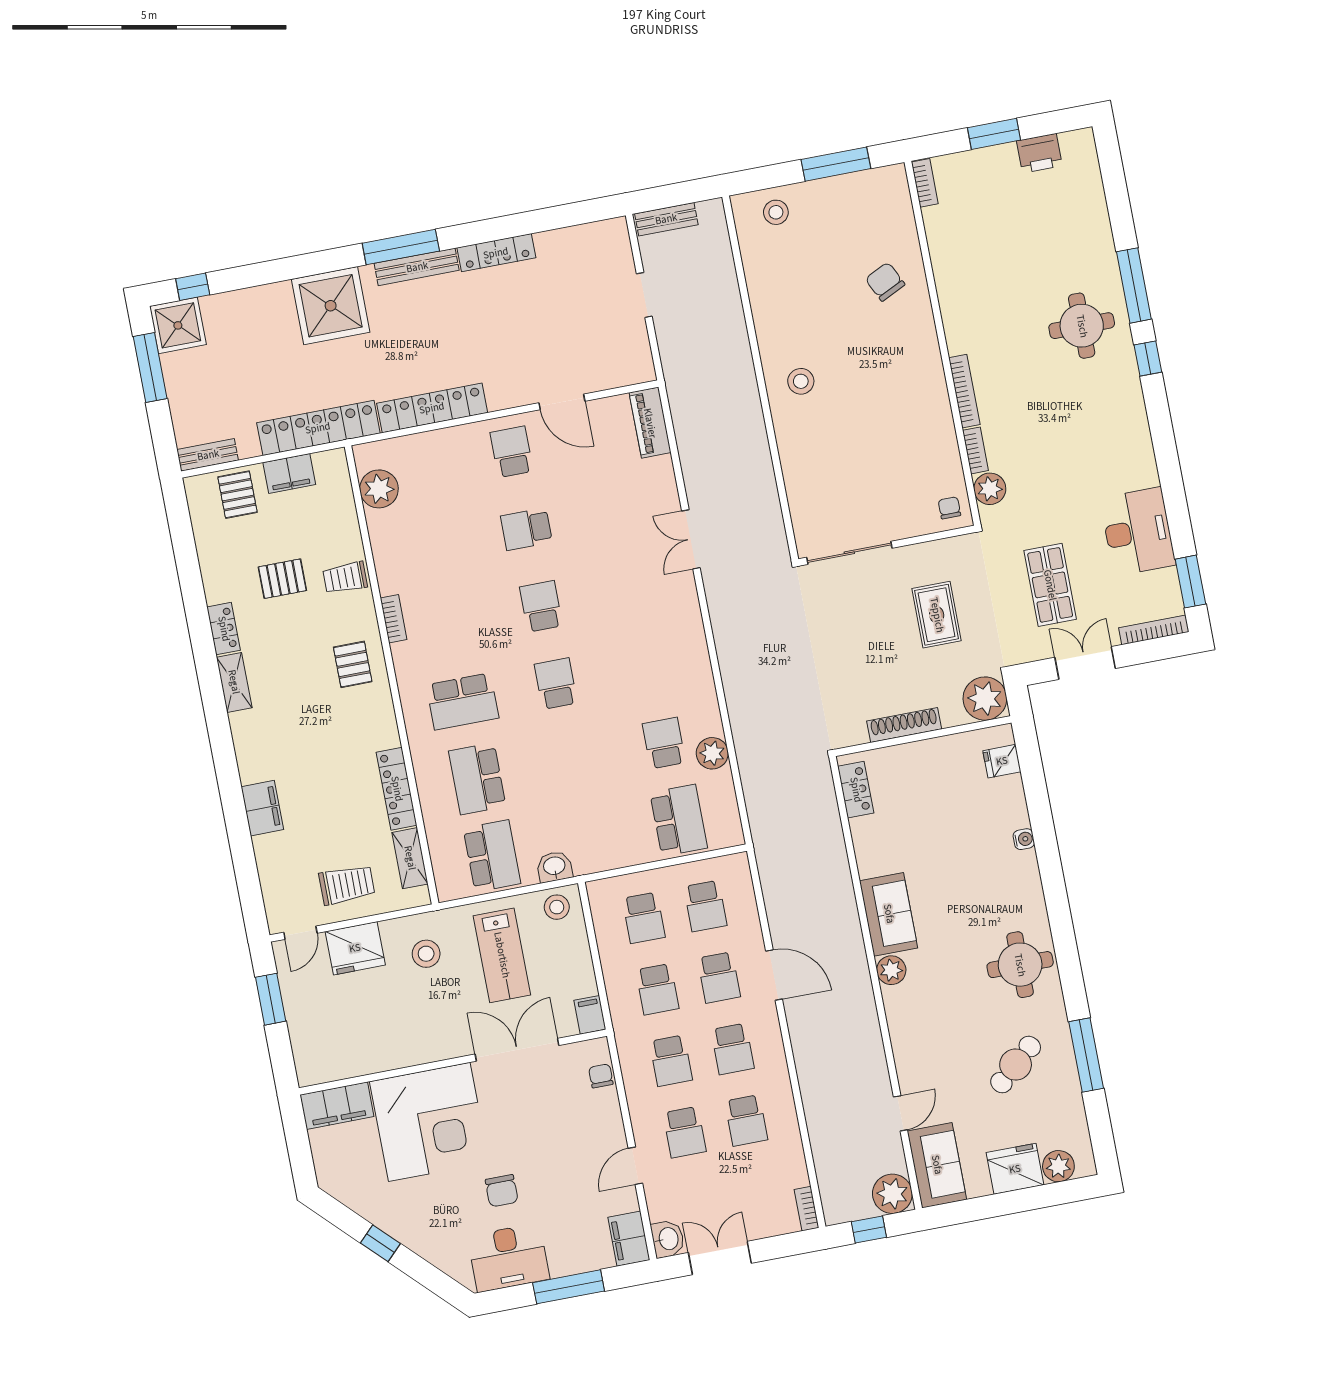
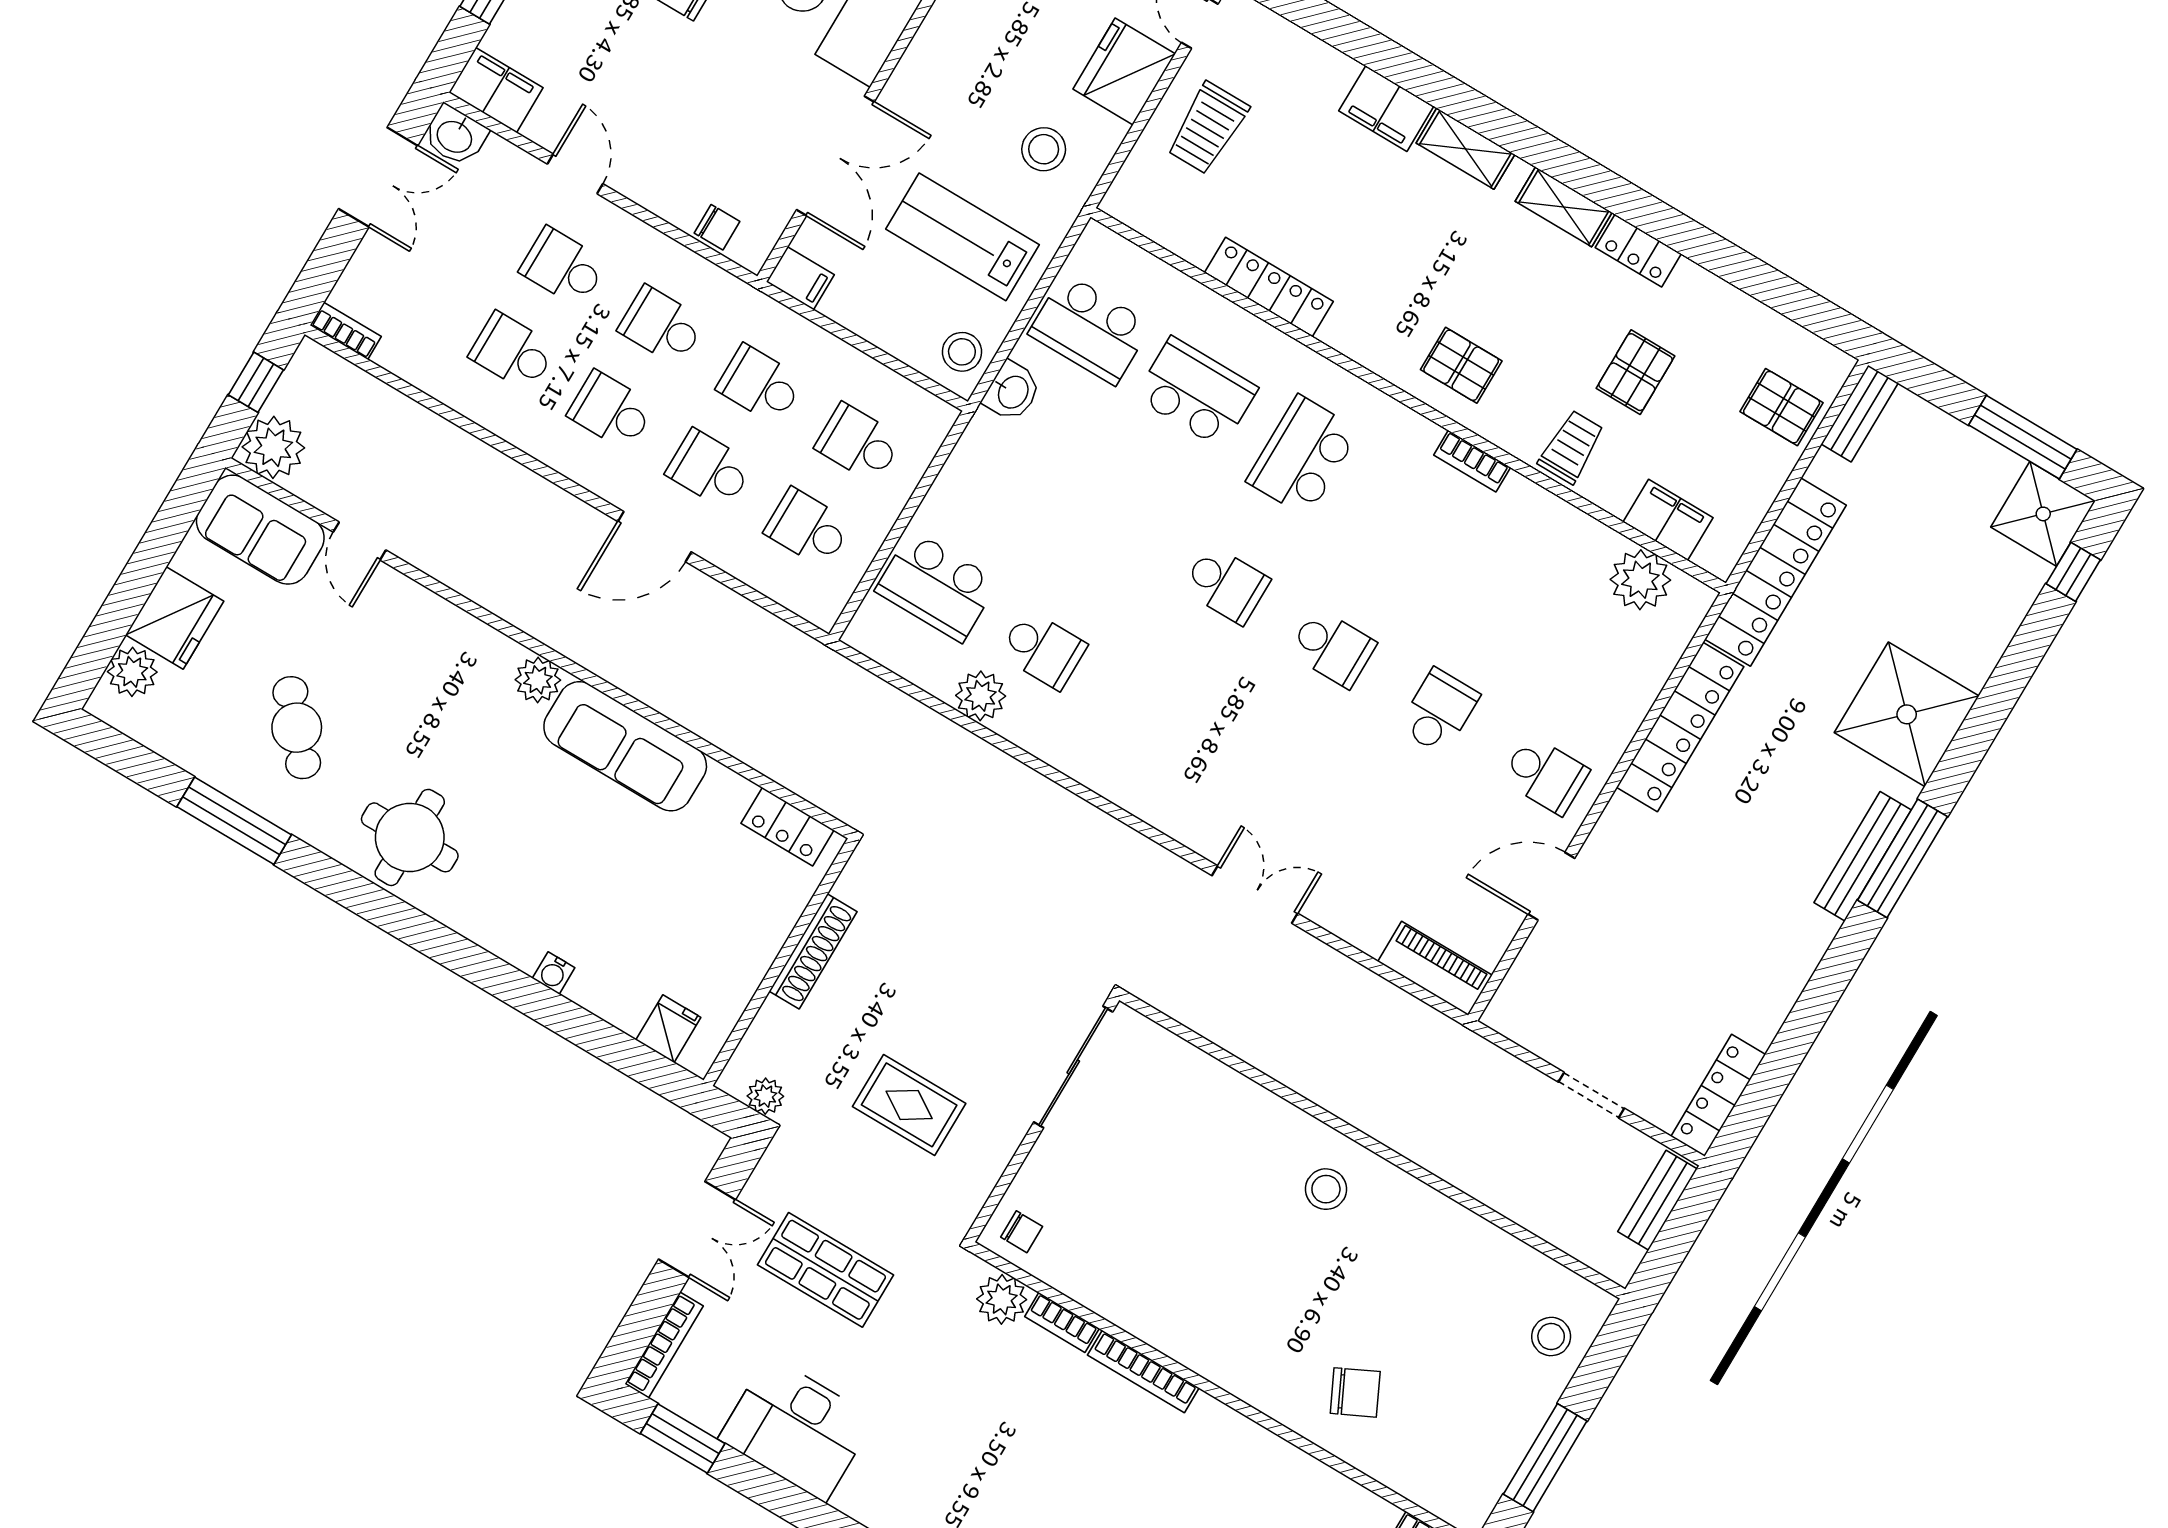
locker: (496, 253) -> (1718, 1095), moved
filing cabinet: (289, 473) -> (1668, 520), moved, turned 90
plant: (985, 699) -> (765, 1096), width x0.53, depth x0.53
shelving: (410, 858) -> (1465, 149), moved
sofa: (889, 914) -> (625, 746), width x1.36

